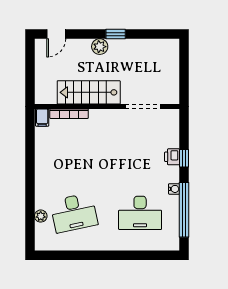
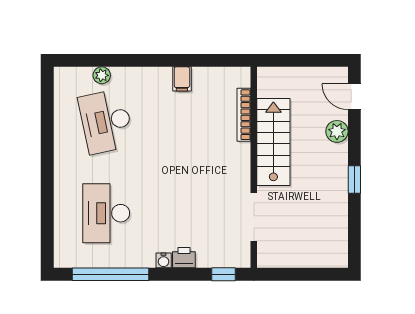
plant: (100, 47) -> (337, 131), moved
filing cabinet: (42, 118) -> (182, 79), moved, turned -90
window: (184, 158) -> (223, 274), moved
water cooler: (174, 189) -> (164, 260), moved

